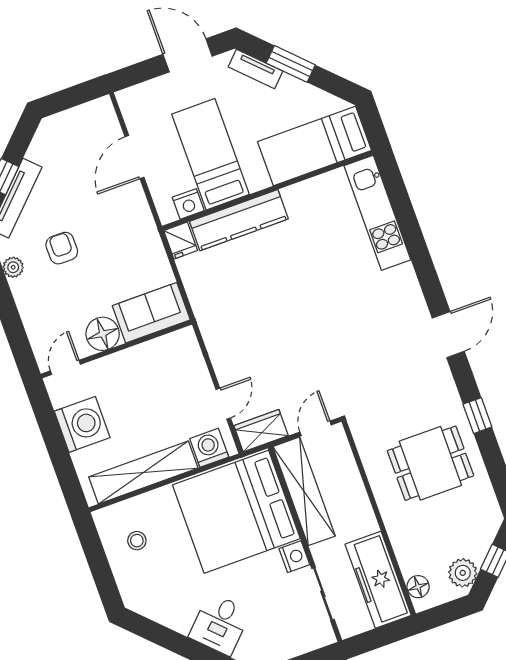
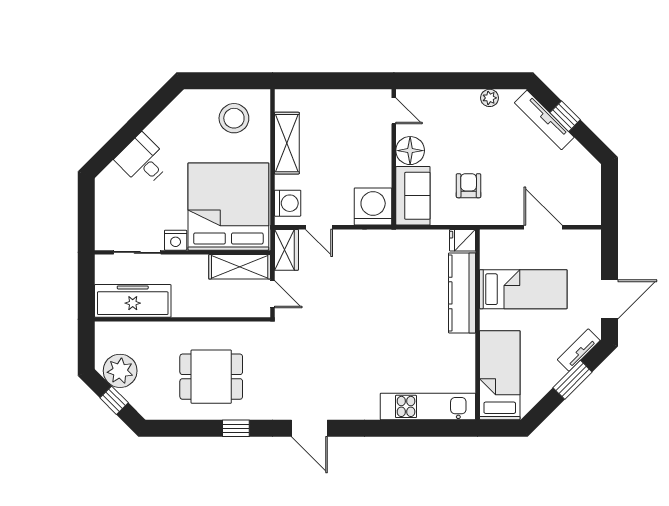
nightstand: (188, 204) -> (490, 257), removed
armchair: (62, 248) -> (469, 186), moved, turned -90
washing machine: (82, 424) -> (373, 206), moved, turned 180
dining table: (430, 463) -> (211, 377), turned 90
shelving: (143, 472) -> (287, 143), width x0.68
shelving: (304, 491) -> (240, 267), width x0.68
stool: (137, 541) -> (234, 118), width x1.89, depth x1.89
plant: (463, 573) -> (120, 371), width x1.36, depth x1.36
floor lamp: (418, 587) -> (116, 331), removed

